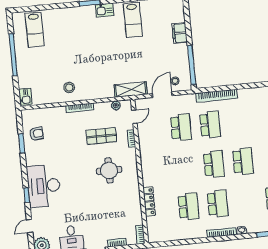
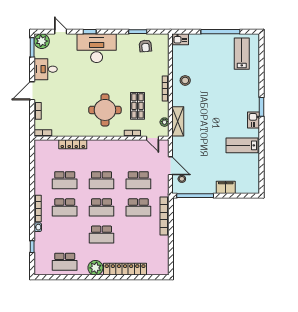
lab bench: (35, 30) -> (242, 54), turned 90
shelving: (131, 90) -> (178, 121), moved
school desk: (185, 167) -> (101, 180), added
round table: (109, 170) -> (105, 110), width x1.36, depth x1.36

